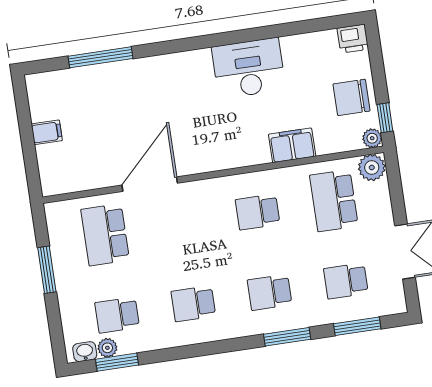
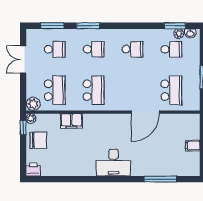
desk: (249, 68) -> (113, 163), moved
school desk: (258, 212) -> (94, 90), width x1.85

